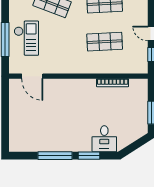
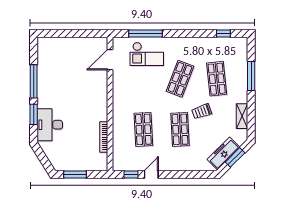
desk: (104, 139) -> (50, 125), width x1.37

